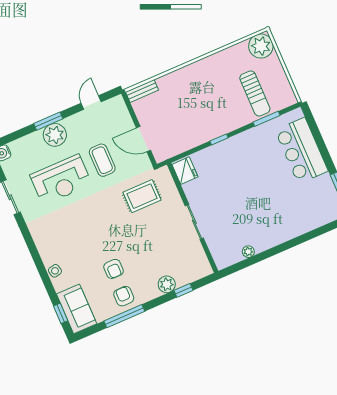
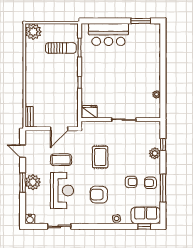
rug: (142, 196) -> (100, 157), moved
armchair: (77, 232) -> (99, 195), added

